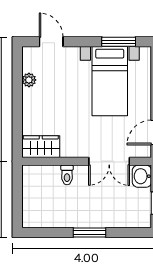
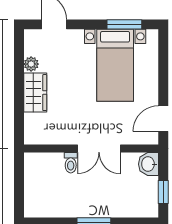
wardrobe: (41, 147) -> (35, 93), moved, turned 90
double door: (109, 161) -> (99, 148), moved

